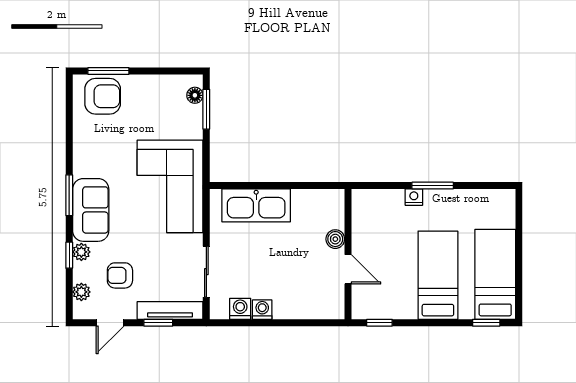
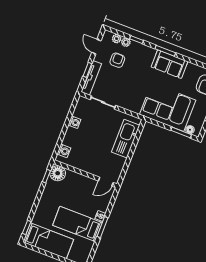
corner sofa: (170, 186) -> (168, 107), moved
sofa: (91, 210) -> (169, 64), moved
boiler: (335, 239) -> (95, 170), removed
plant: (81, 252) -> (126, 42), moved
door: (348, 269) -> (106, 182), moved
bed: (438, 275) -> (77, 224), moved, turned 180
floor lamp: (366, 304) -> (58, 173), added
washing machine: (240, 309) -> (64, 151), moved

